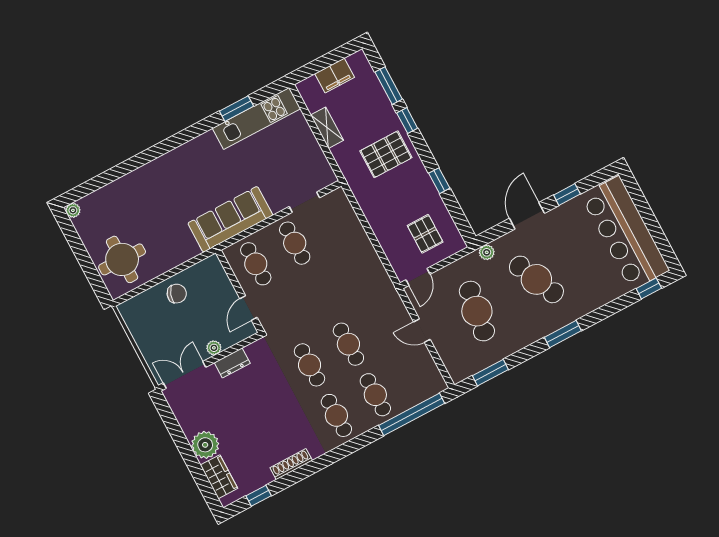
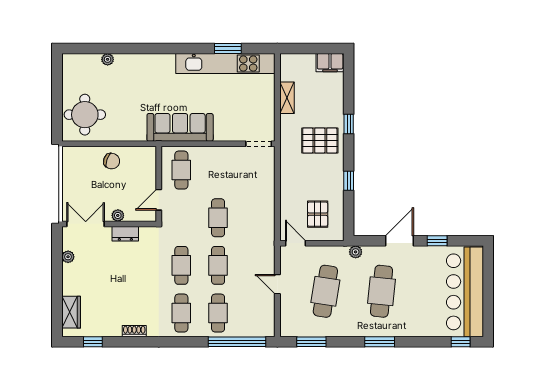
filing cabinet: (335, 76) -> (330, 63), moved
window: (389, 86) -> (349, 91), removed
kitchen unit: (256, 118) -> (225, 64), width x1.36
doorway: (304, 202) -> (259, 144), moved
plant: (73, 210) -> (108, 59), moved
cafe table: (295, 243) -> (218, 218), moved
door: (418, 277) -> (295, 243), swing flipped
cafe table: (536, 279) -> (382, 291), turned 30
plant: (205, 445) -> (68, 257), moved, width x0.53, depth x0.53
shoe rack: (291, 464) -> (134, 331), width x0.70

